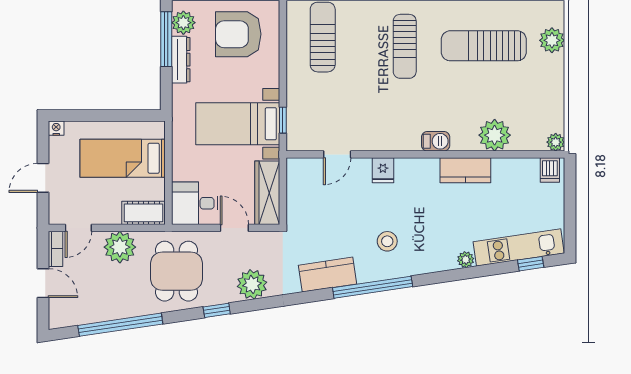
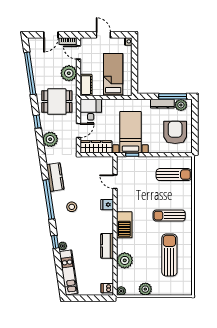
plant: (552, 40) -> (145, 289), moved
barbecue: (436, 141) -> (124, 225), width x1.88, depth x1.53
window: (531, 264) -> (55, 242), moved

